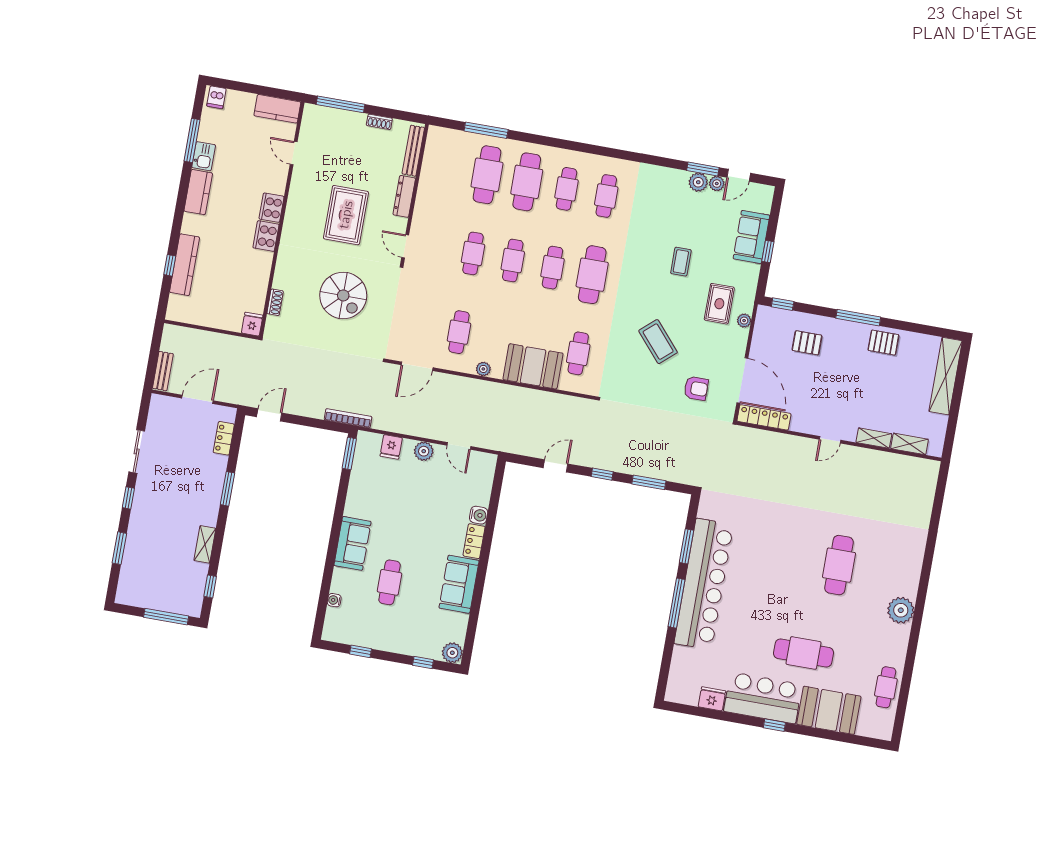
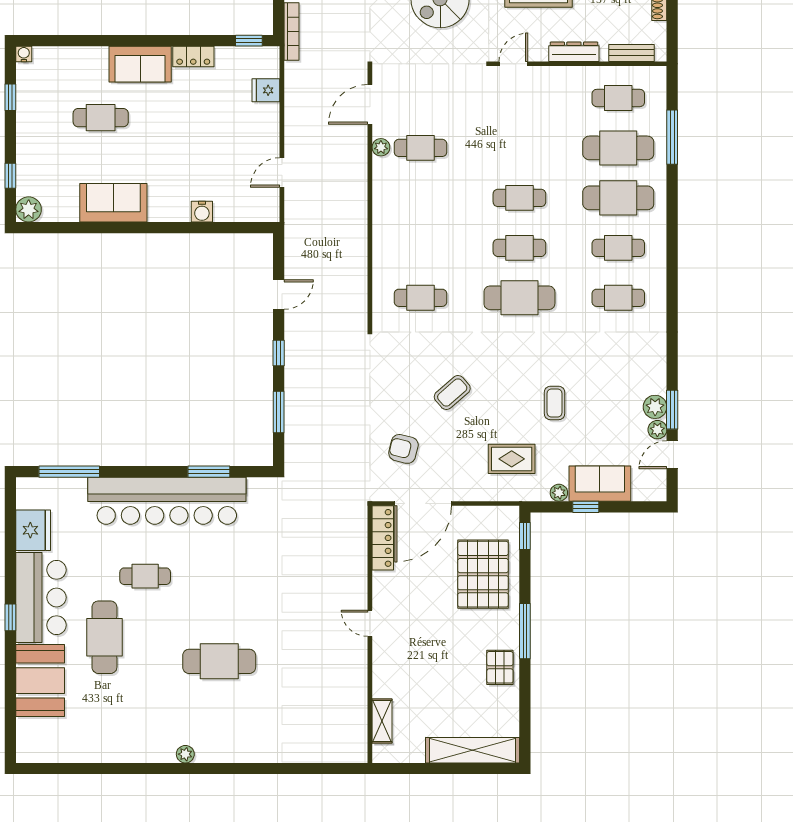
bench: (413, 151) -> (632, 53), width x0.73
door: (739, 175) -> (672, 455), hinge flipped
cafe table: (473, 253) -> (618, 98), moved
coffee table: (681, 262) -> (555, 403), turned 90
plant: (744, 321) -> (559, 493), moved
coffee table: (658, 342) -> (452, 392), width x0.73, depth x0.77
pallet: (807, 343) -> (483, 574), width x2.05, depth x2.00
door: (417, 366) -> (370, 104), hinge flipped
booth: (533, 366) -> (395, 246), removed
plant: (483, 369) -> (381, 147), moved
armchair: (696, 388) -> (403, 449), turned 104
shelving: (874, 438) -> (381, 676), removed
plant: (424, 451) -> (268, 131), removed
window: (349, 453) -> (249, 41), width x0.67
door: (556, 466) -> (279, 295), hinge flipped
locker: (474, 541) -> (193, 57), moved, turned 180
water cooler: (334, 600) -> (24, 54), moved
window: (676, 603) -> (69, 472), moved
plant: (901, 610) -> (185, 754), width x0.53, depth x0.53
cafe table: (886, 687) -> (145, 576), moved
fridge: (712, 699) -> (33, 530), width x1.36, depth x1.34

